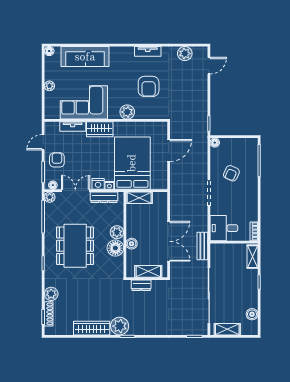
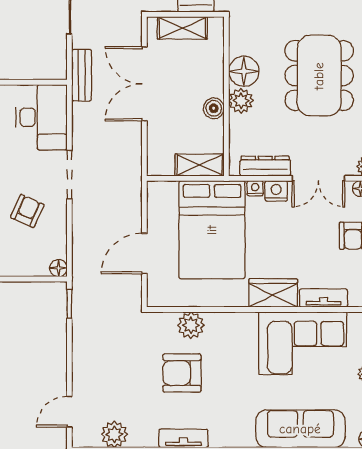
armchair: (149, 86) -> (182, 373), turned -90
plant: (127, 112) -> (191, 325), moved
desk: (224, 228) -> (41, 117), width x1.37
boiler: (132, 244) -> (214, 108), moved

